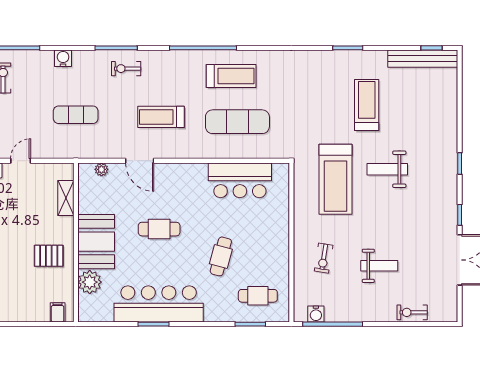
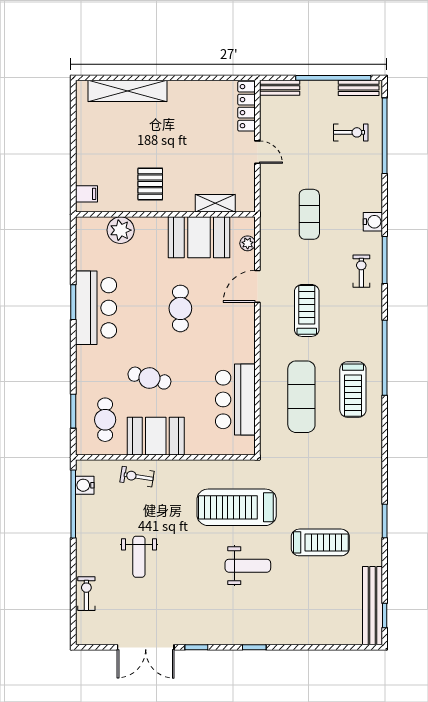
water cooler: (63, 58) -> (373, 222), moved
weight bench: (387, 169) -> (248, 566), turned 90
booth: (96, 242) -> (199, 237), moved
booth: (272, 251) -> (156, 436), added
exercise bike: (324, 258) -> (137, 477), moved
bar counter: (159, 304) -> (96, 308), width x0.73

